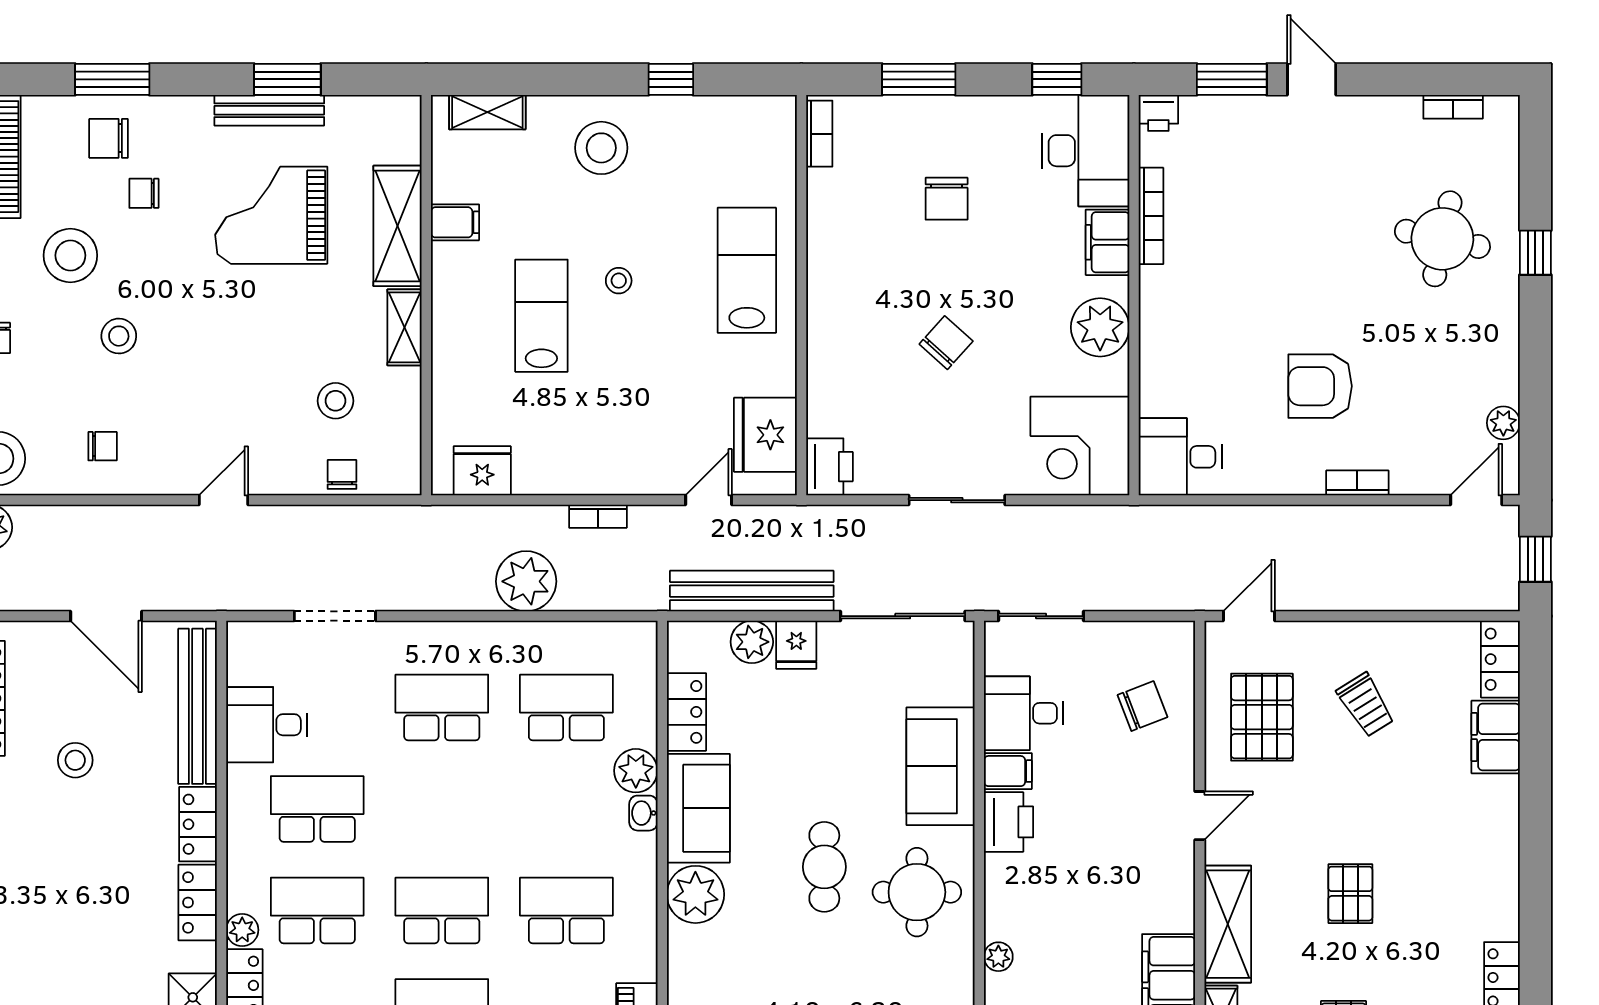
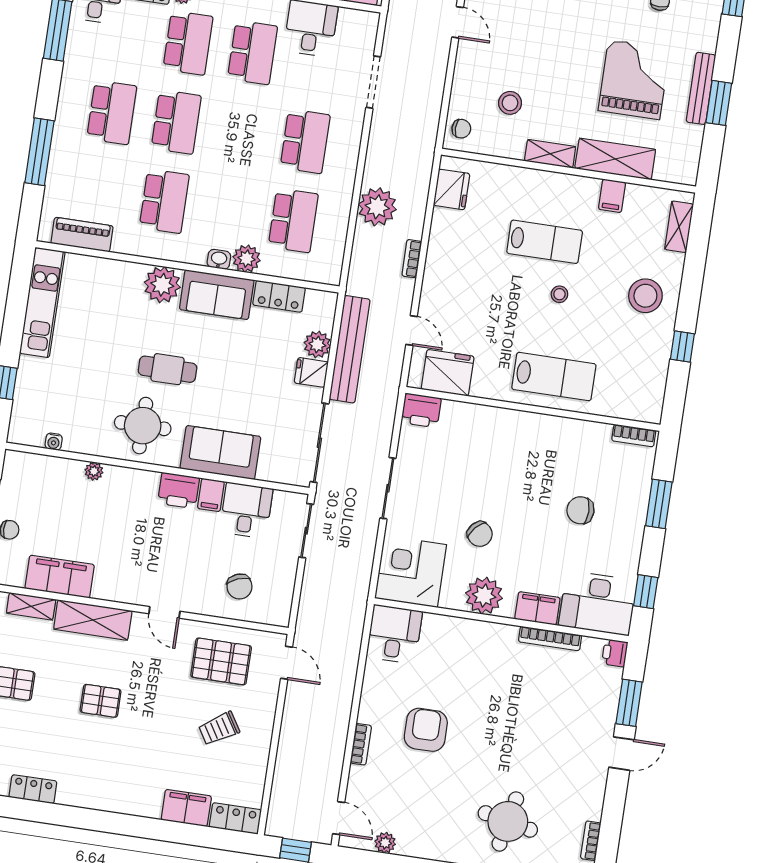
chair: (946, 343) -> (480, 534), moved
chair: (342, 474) -> (461, 129), moved

